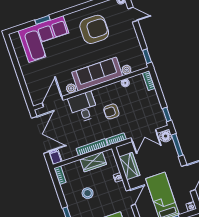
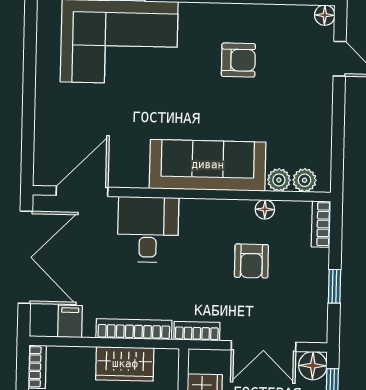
armchair: (94, 29) -> (238, 60), width x0.53, depth x0.53
window: (147, 56) -> (337, 166), removed
plant: (71, 88) -> (305, 180), moved
armchair: (111, 111) -> (251, 261), moved, turned -90
window: (167, 114) -> (334, 286), moved
filing cabinet: (55, 157) -> (70, 321), moved

